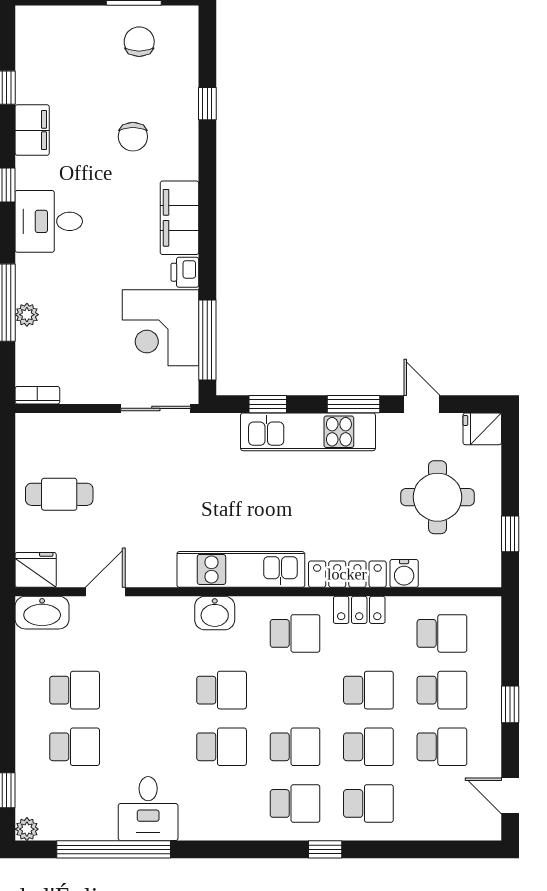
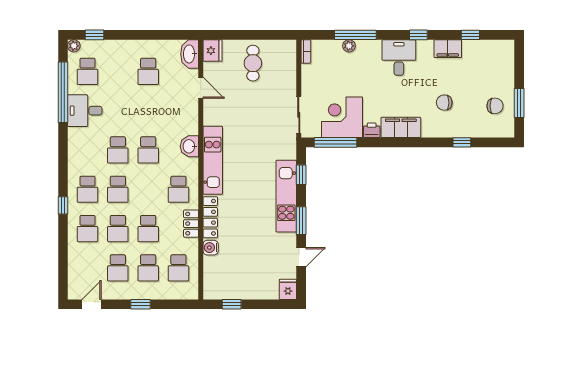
round table: (437, 497) -> (251, 265), removed
school desk: (75, 747) -> (88, 71), moved

